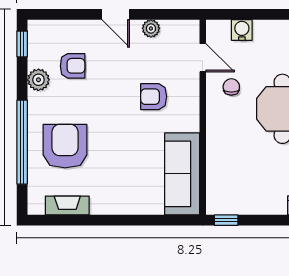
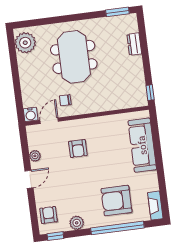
water cooler: (242, 30) -> (31, 114), moved, turned -90
armchair: (73, 66) -> (49, 215), moved
sofa: (182, 174) -> (142, 145), moved, turned 90
fireplace: (67, 206) -> (155, 206), moved

